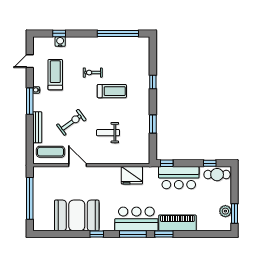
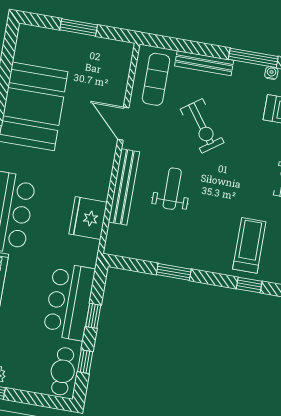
treadmill: (112, 91) -> (249, 245), moved, turned 180
bench: (112, 159) -> (124, 187), added
window: (167, 163) -> (93, 316), moved
door: (78, 165) -> (123, 124), swing flipped
window: (30, 198) -> (79, 27), width x0.47

